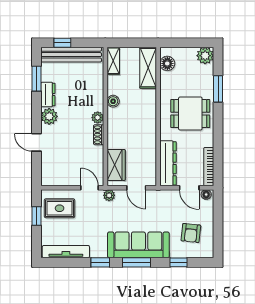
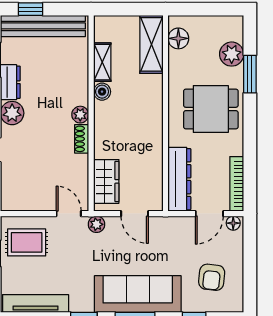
plant: (205, 56) -> (232, 54), moved
shelving: (113, 61) -> (102, 62), moved
door: (189, 188) -> (209, 214), hinge flipped

